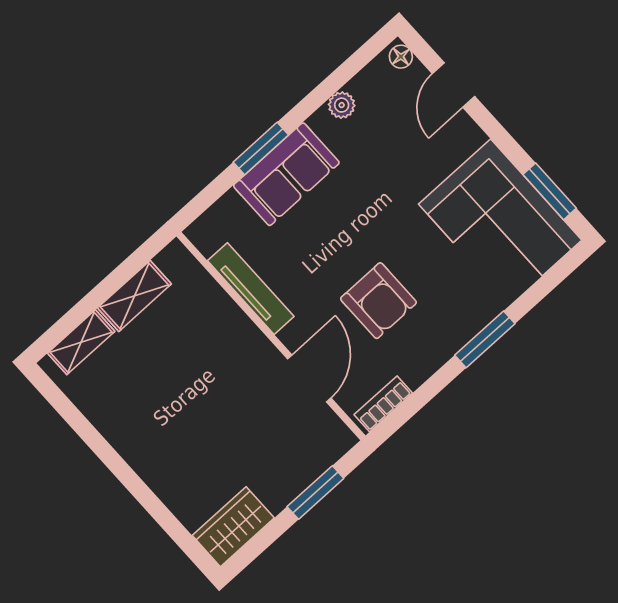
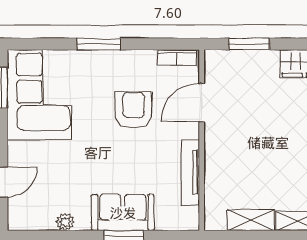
floor lamp: (401, 57) -> (15, 219), removed

